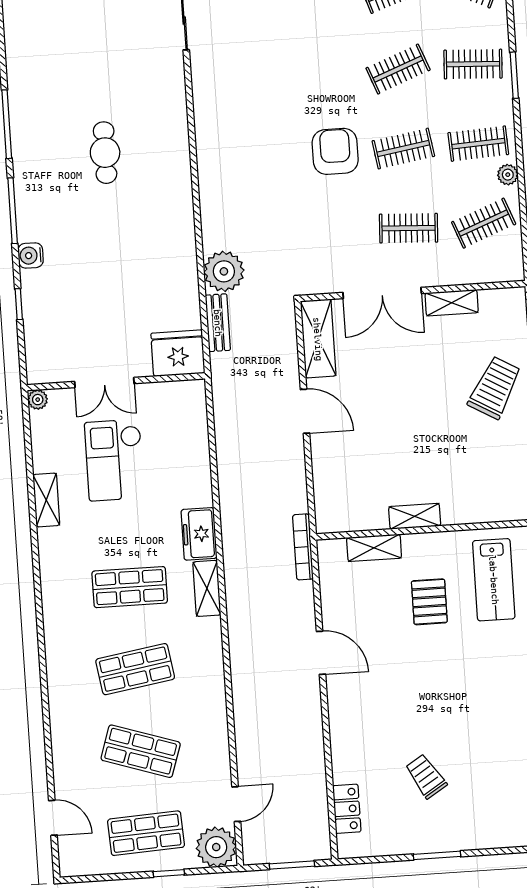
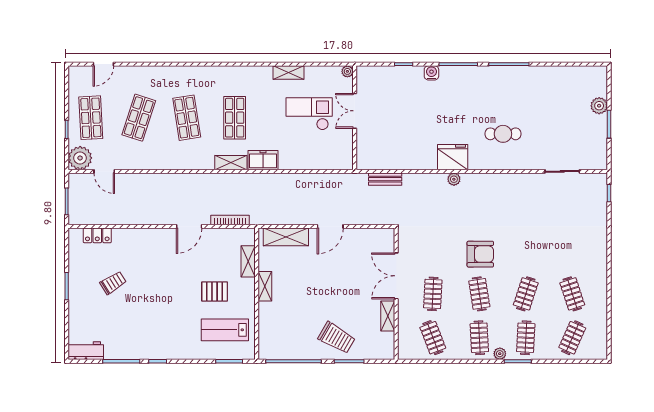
clothes rail: (398, 69) -> (526, 294), turned 39
cafe table: (105, 153) -> (503, 134), moved
plant: (508, 175) -> (500, 354), moved
plant: (224, 271) -> (454, 179), moved, width x0.53, depth x0.53
shelving: (318, 339) -> (286, 237), moved
fridge: (178, 353) -> (453, 157), moved, turned -90
bookcase: (303, 547) -> (230, 220), moved

